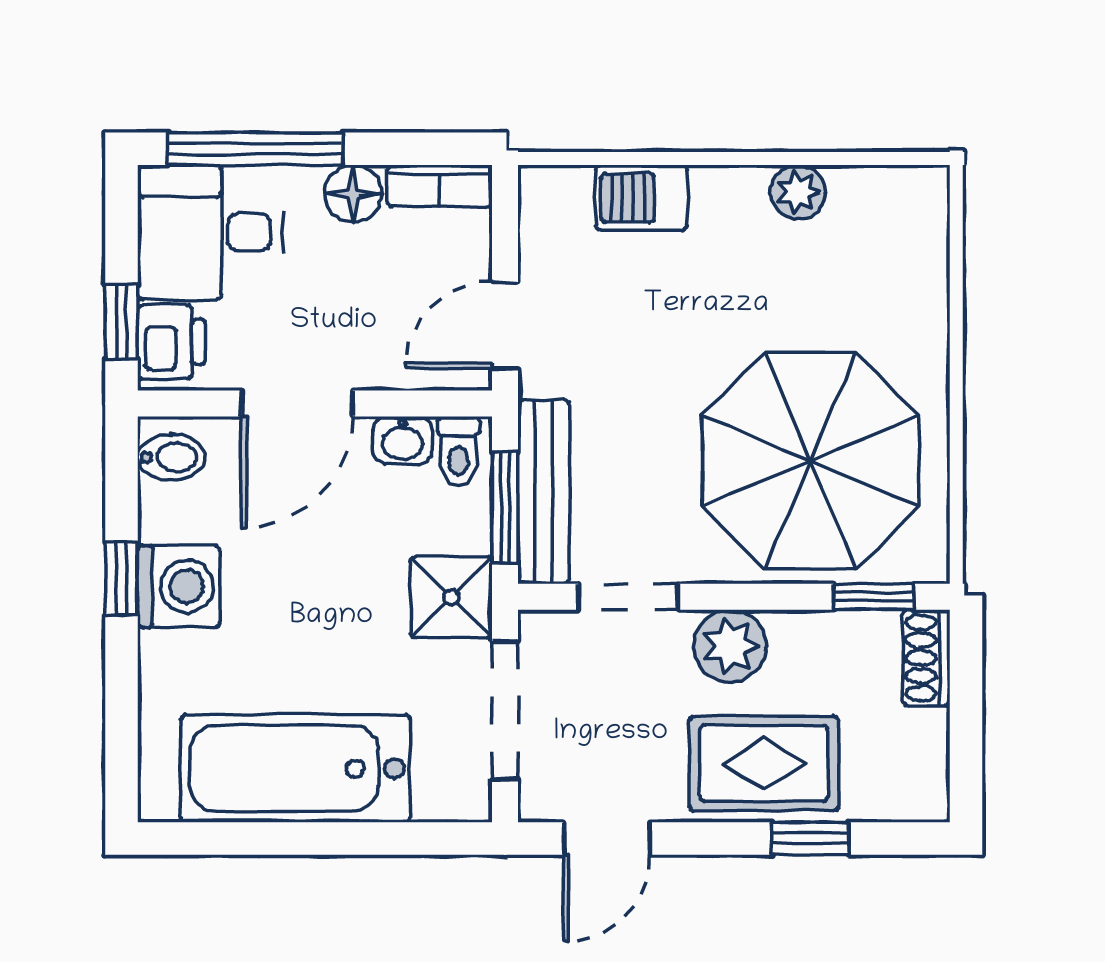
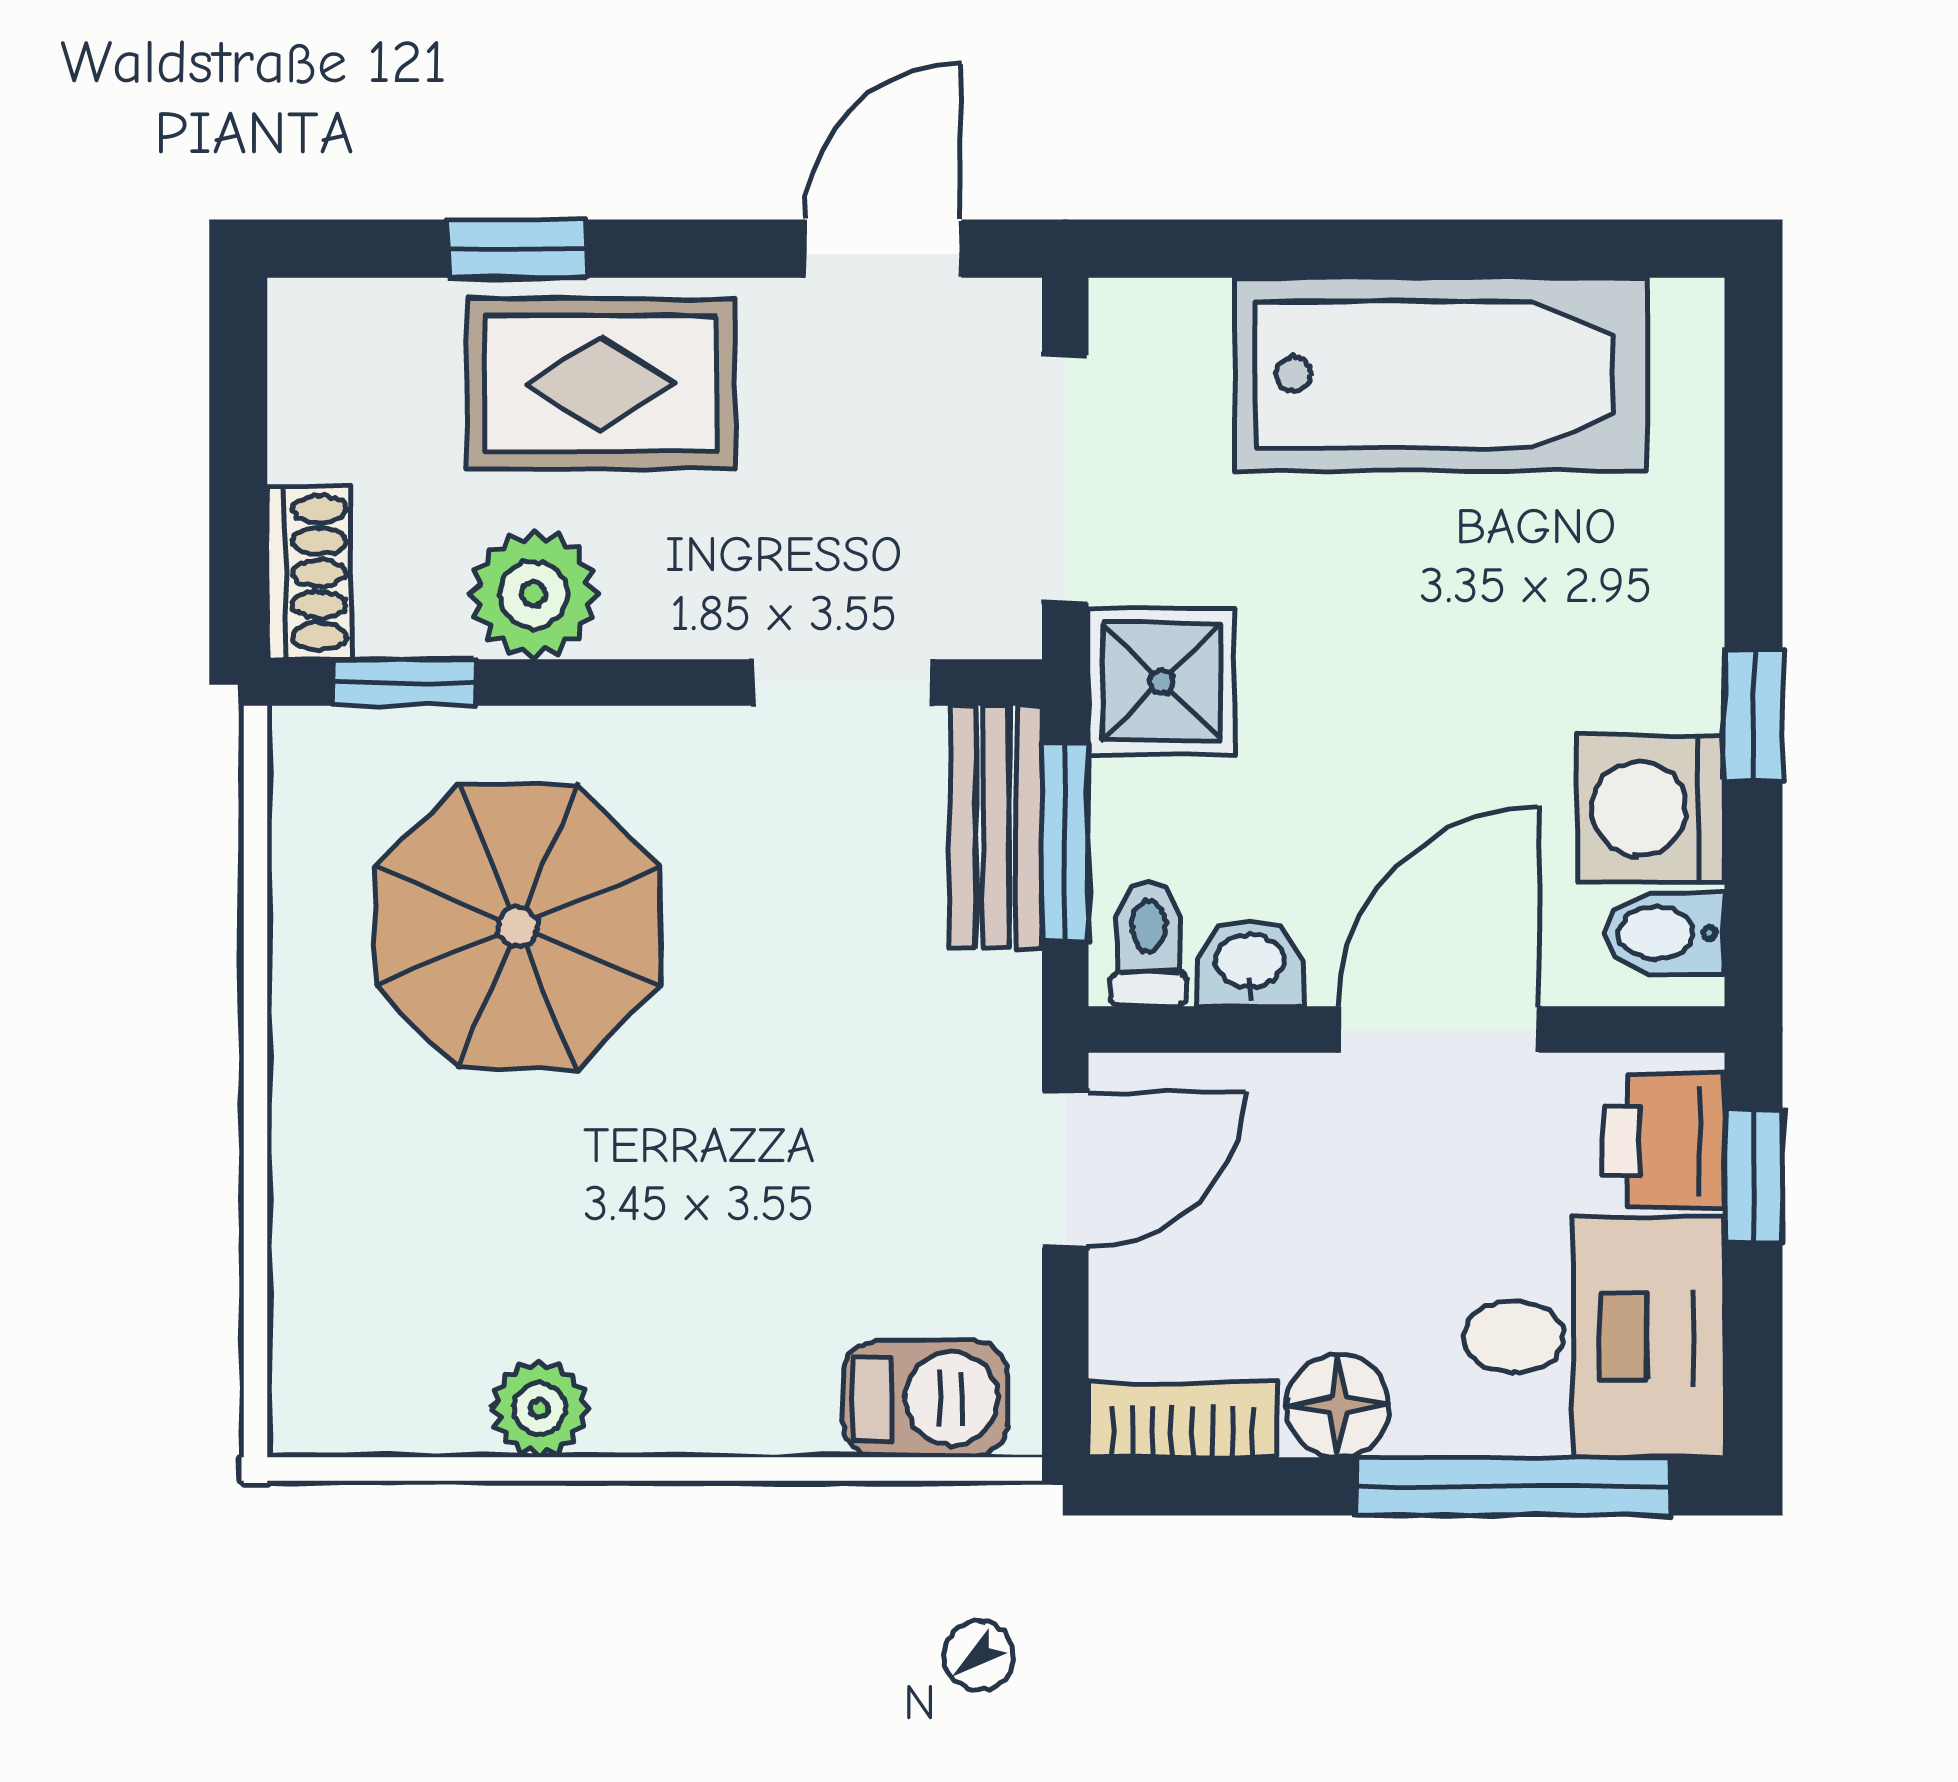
barbecue: (641, 198) -> (925, 1399), moved
parasol: (810, 461) -> (518, 927), width x0.73, depth x0.73
bench: (544, 492) -> (996, 827), width x0.73
washing machine: (179, 586) -> (1651, 809), moved
plant: (730, 646) -> (534, 594), moved

